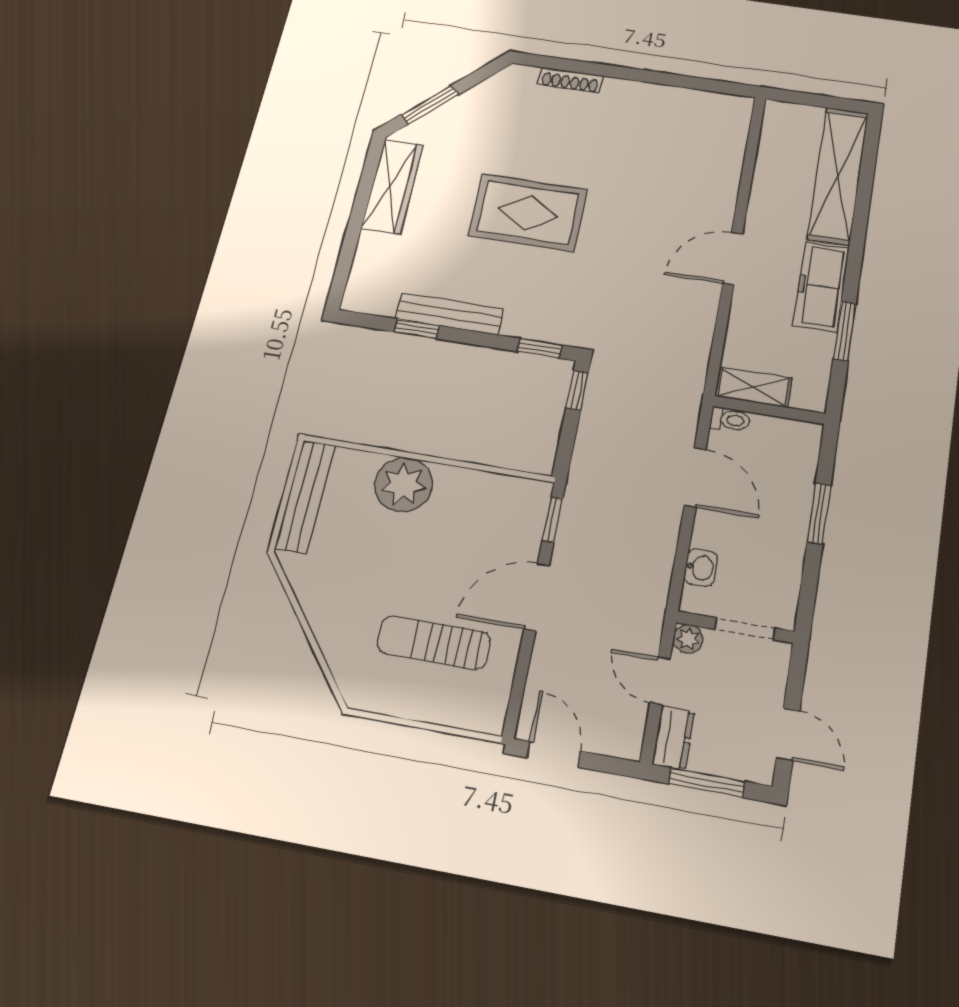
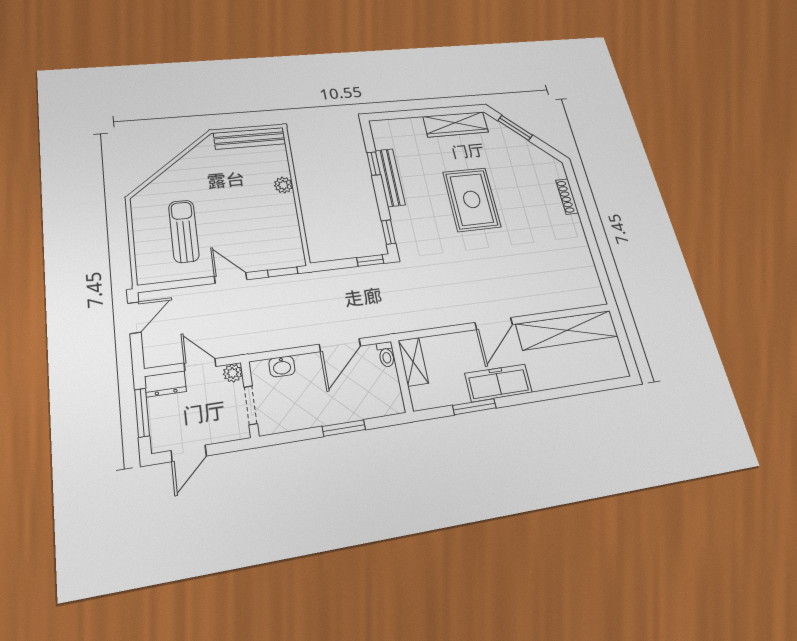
shelving: (838, 175) -> (567, 330), moved
door: (733, 259) -> (494, 324), swing flipped
plant: (404, 485) -> (283, 185), width x0.53, depth x0.53
door: (537, 597) -> (231, 278), width x0.73
door: (660, 681) -> (200, 365), hinge flipped

